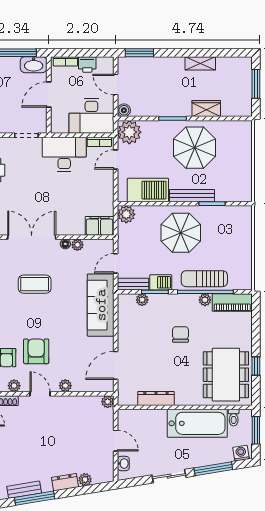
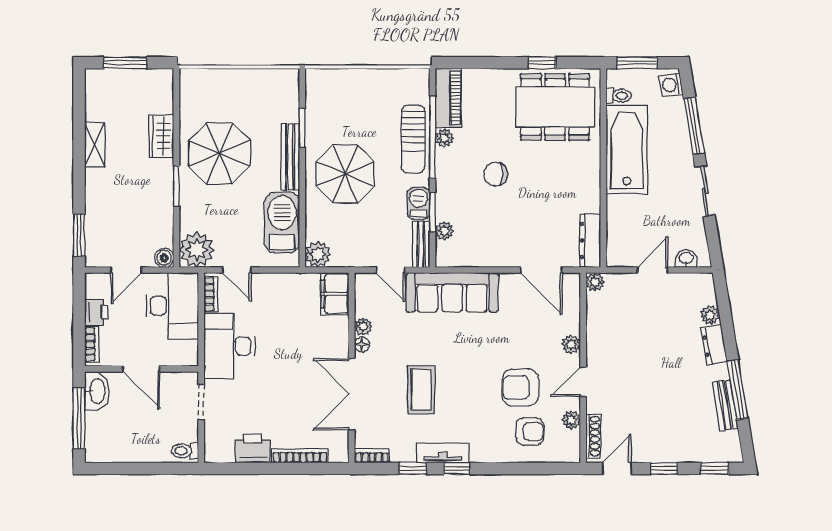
dresser: (156, 398) -> (590, 241), moved

